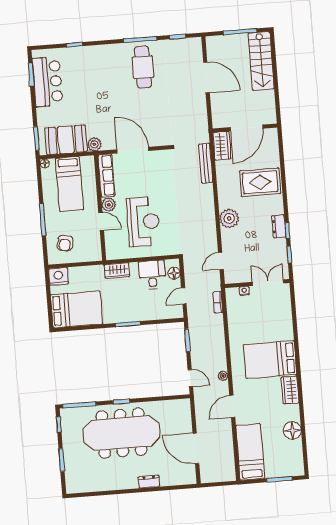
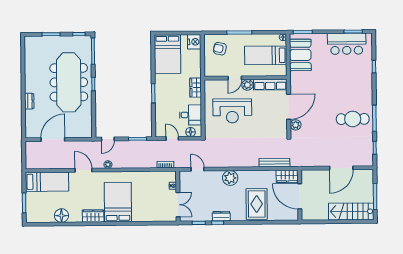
plant: (94, 144) -> (296, 125), moved

